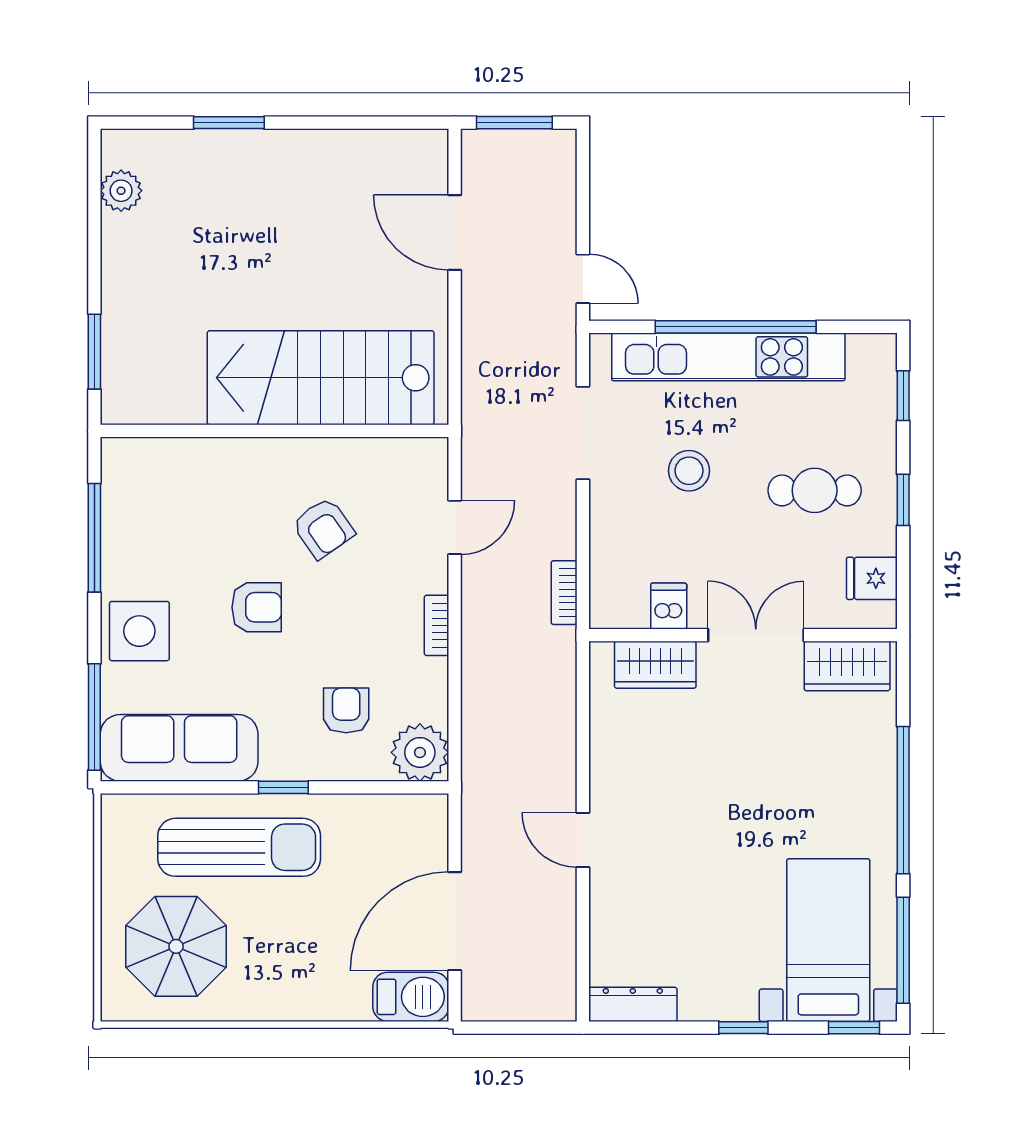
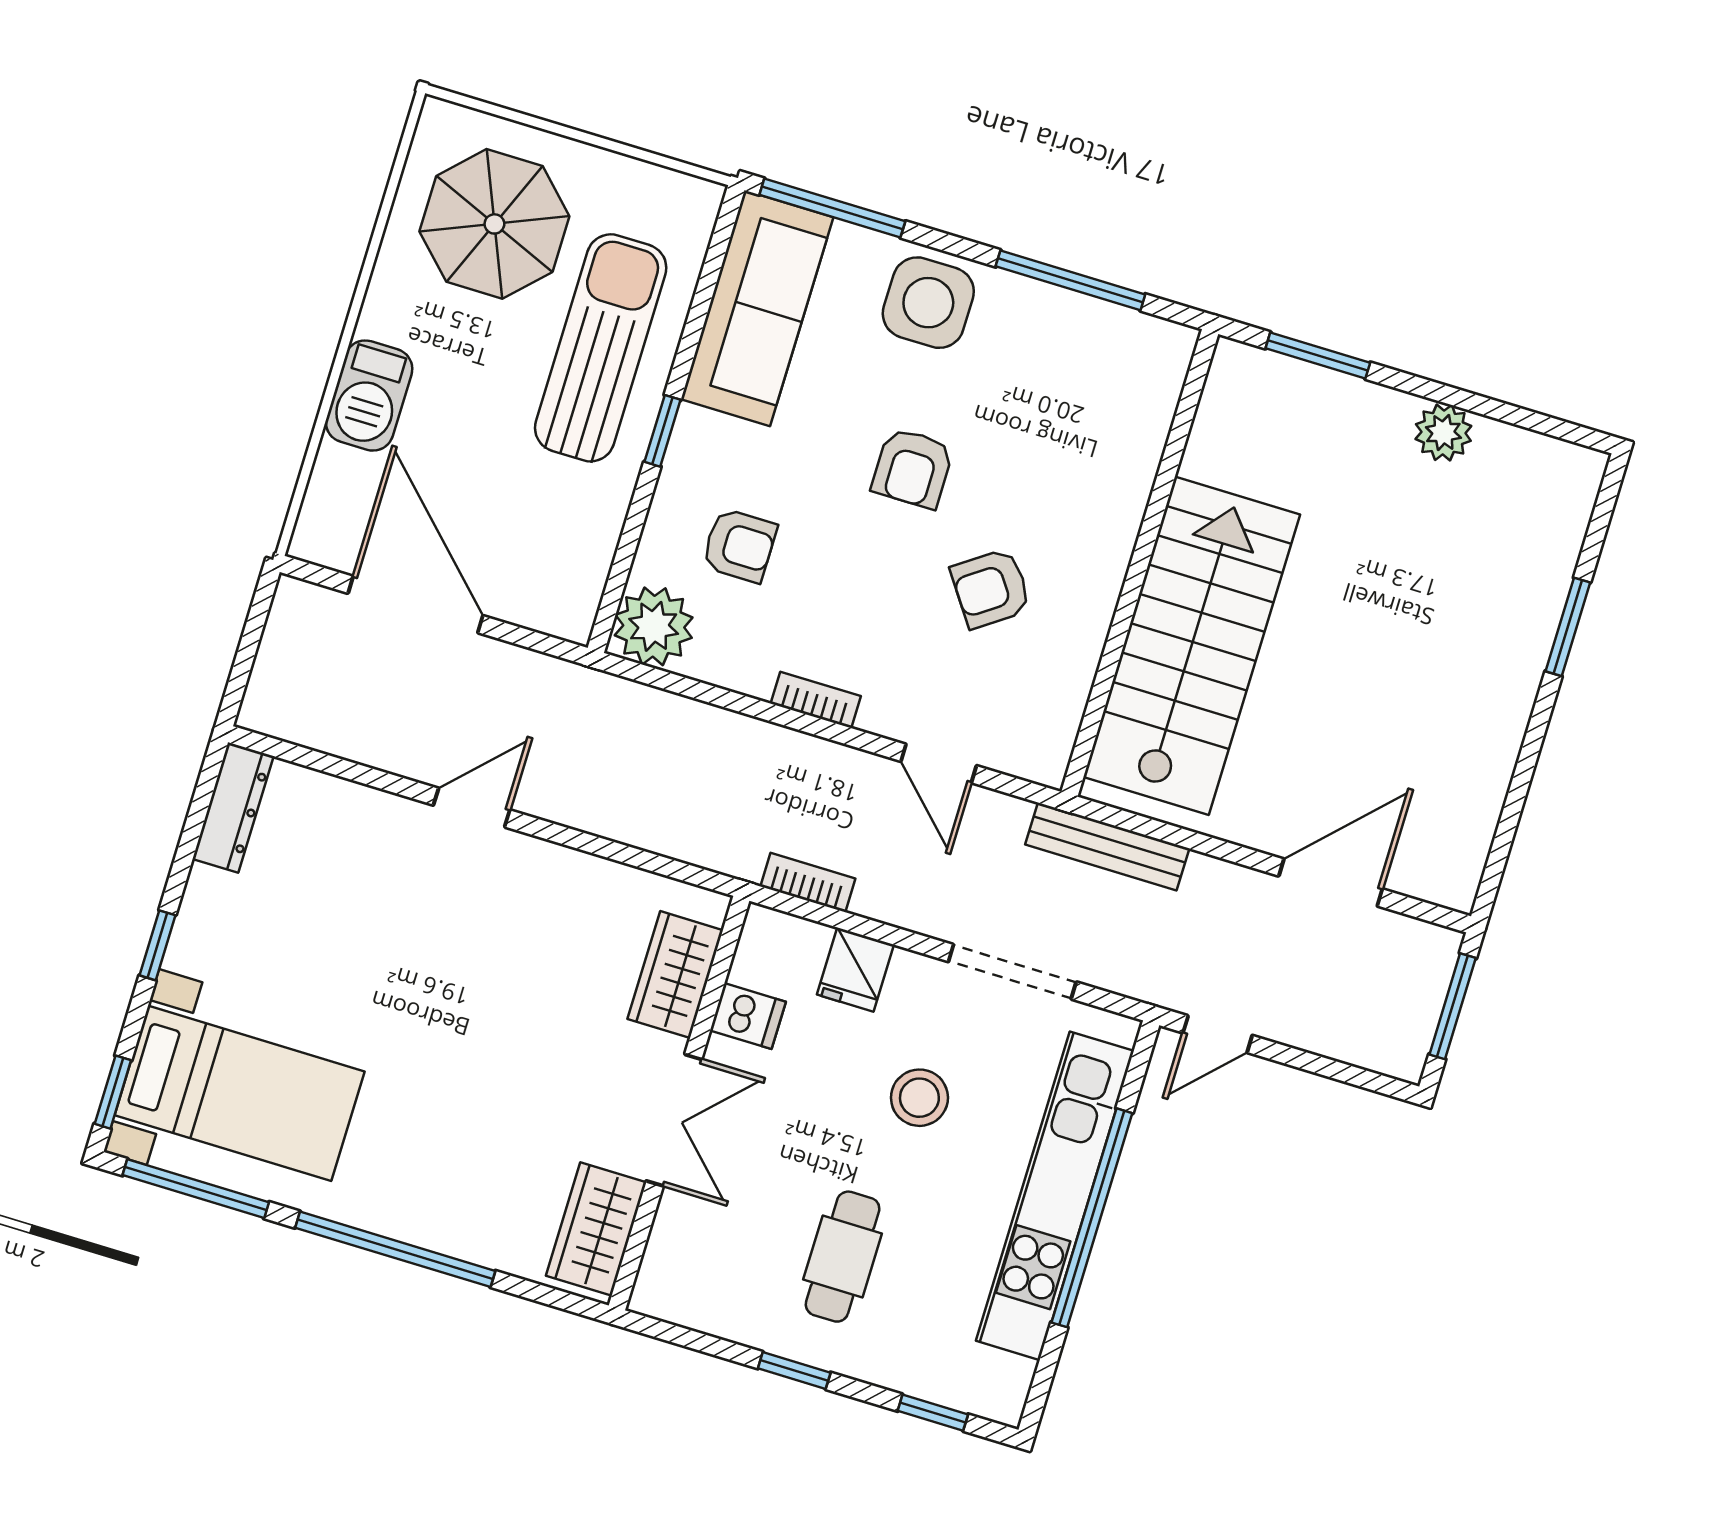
plant: (121, 191) -> (1443, 432), moved
bench: (477, 394) -> (1107, 846), added
fridge: (872, 578) -> (855, 970), moved, turned 180
sun lounger: (239, 847) -> (601, 348), turned 180
barbecue: (411, 997) -> (369, 396), moved

